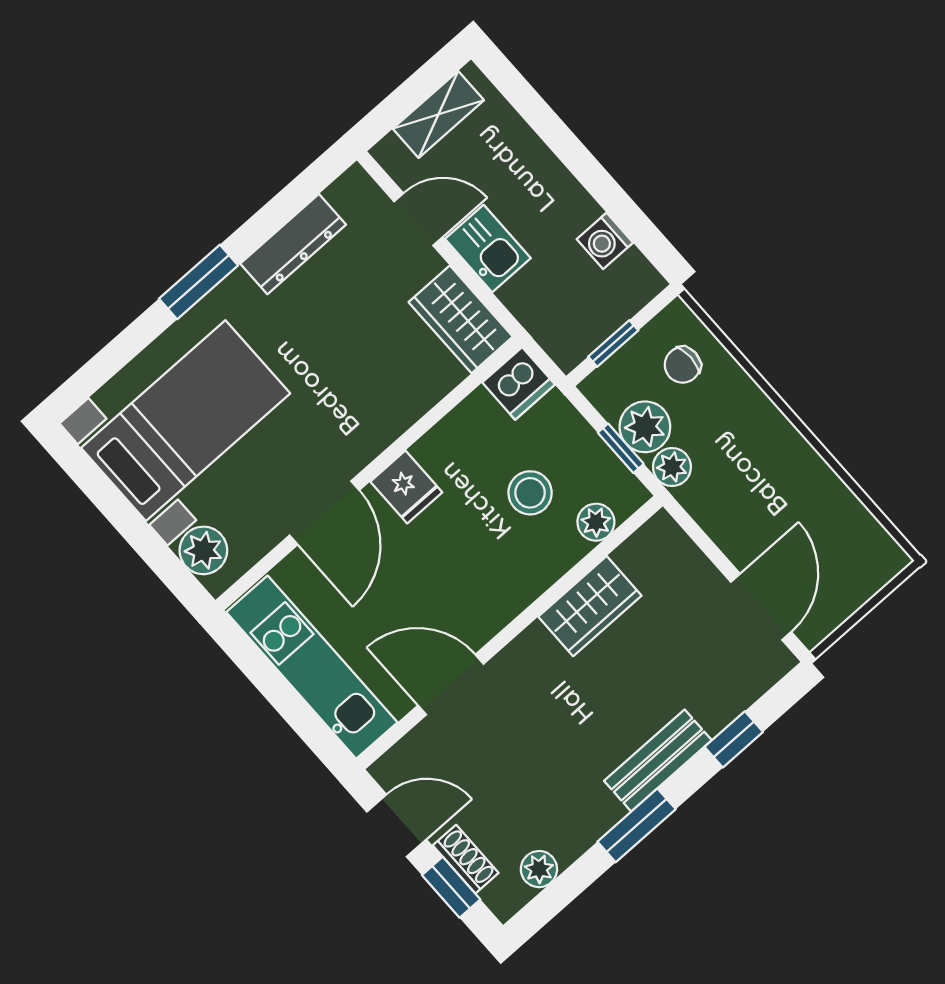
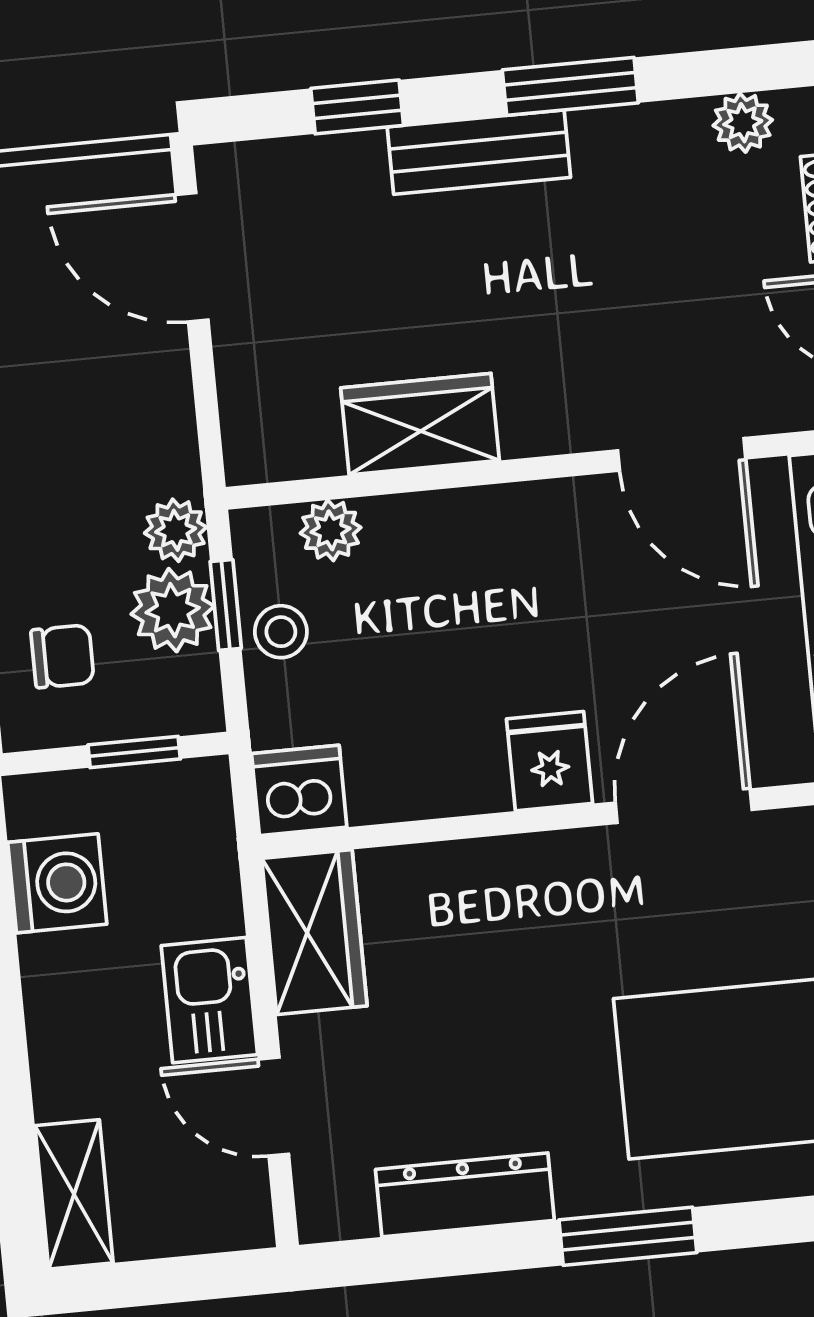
shelving: (438, 114) -> (74, 1194), moved, turned 90
washing machine: (605, 241) -> (57, 883), width x1.38, depth x1.38
stool: (530, 493) -> (281, 632), moved, width x0.73, depth x0.73
door: (761, 607) -> (192, 257), hinge flipped

